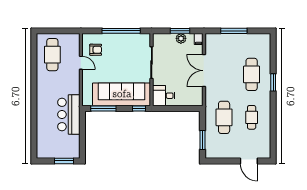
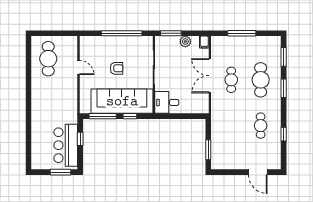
window: (180, 31) -> (171, 33), moved
armchair: (96, 50) -> (117, 68), moved
window: (273, 53) -> (284, 57), added
window: (139, 109) -> (130, 116), moved
bar counter: (69, 115) -> (66, 145), moved
cafe table: (224, 117) -> (231, 80), moved, width x0.73, depth x0.74
window: (273, 125) -> (284, 134), added
window: (82, 130) -> (80, 139), added

